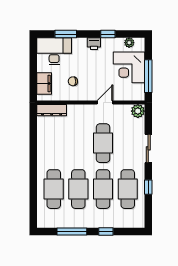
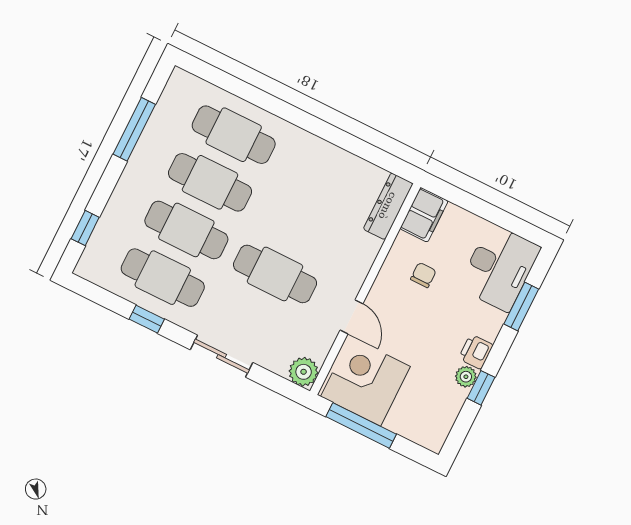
plant: (129, 43) -> (466, 377), moved
corner desk: (129, 67) -> (365, 381), moved
filing cabinet: (44, 84) -> (424, 215), moved, turned -90
window: (106, 231) -> (85, 228), moved

